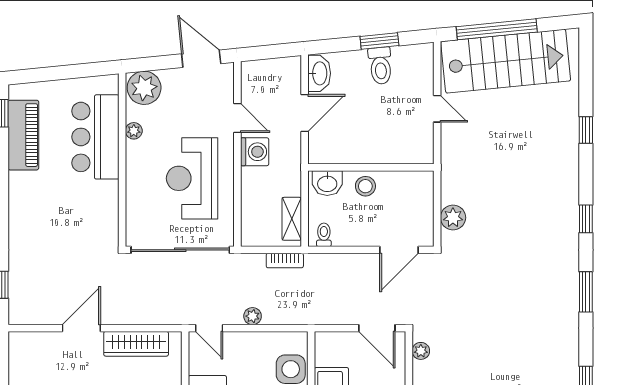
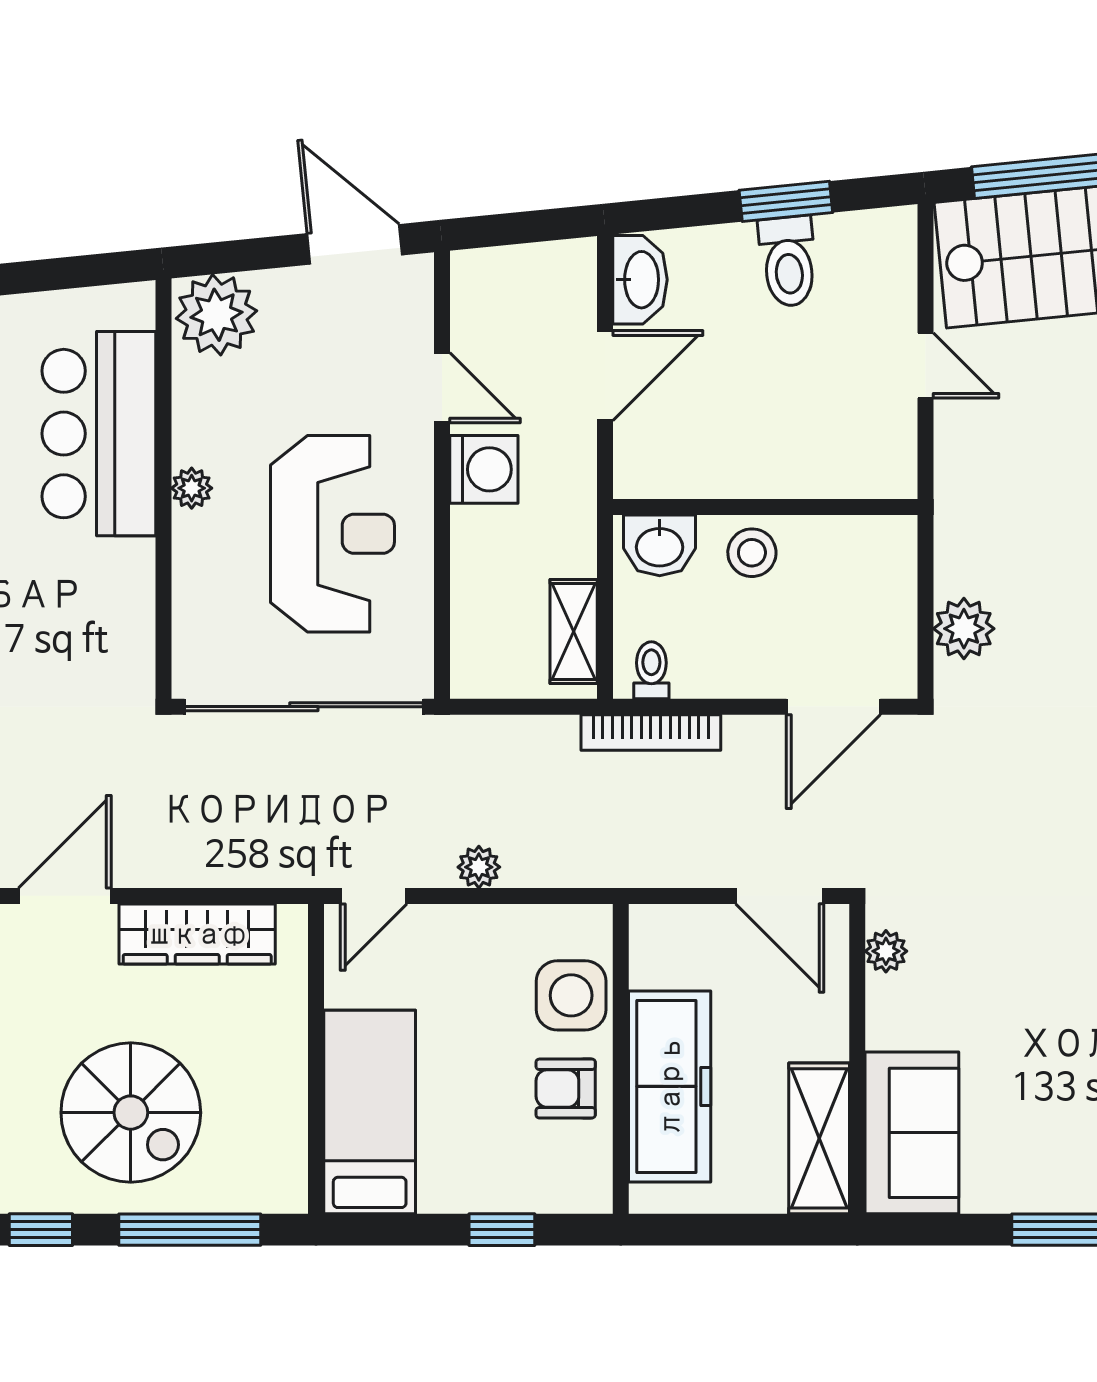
plant: (134, 131) -> (192, 488), moved
reception desk: (192, 178) -> (332, 534), turned 180
bookcase: (285, 261) -> (651, 733), moved, width x1.56
door: (209, 328) -> (374, 896), hinge flipped

